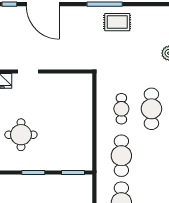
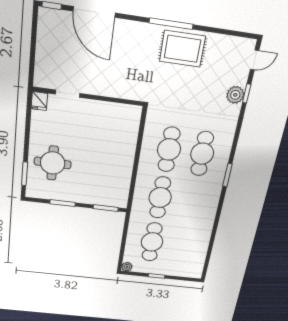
rug: (117, 22) -> (182, 49), width x1.36, depth x1.43
cafe table: (121, 109) -> (169, 149), width x1.37, depth x1.35

